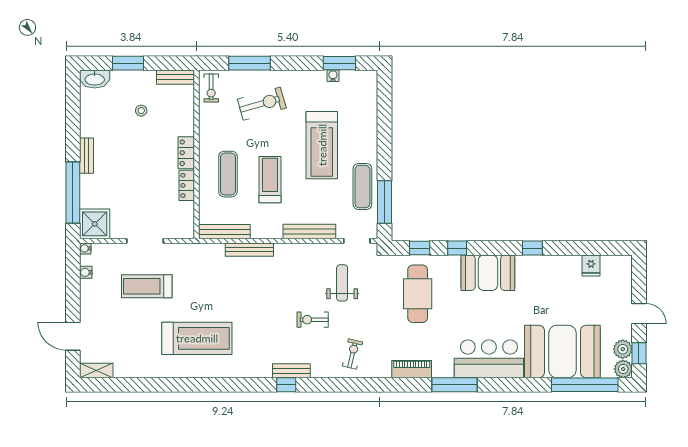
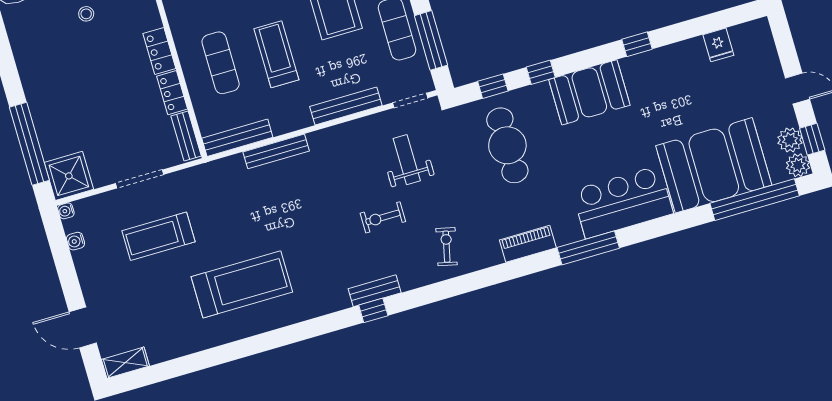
bench: (87, 156) -> (186, 136), moved

